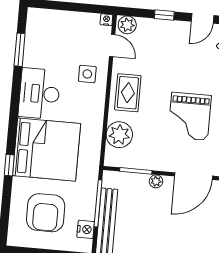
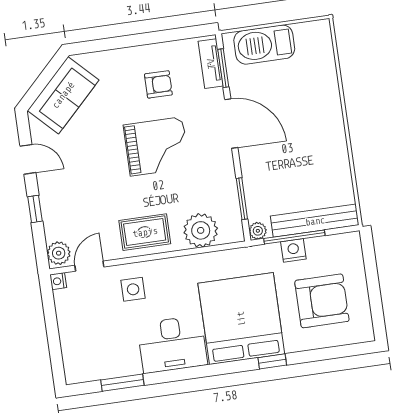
plant: (156, 181) -> (258, 231), moved
nightstand: (86, 229) -> (293, 250), moved

